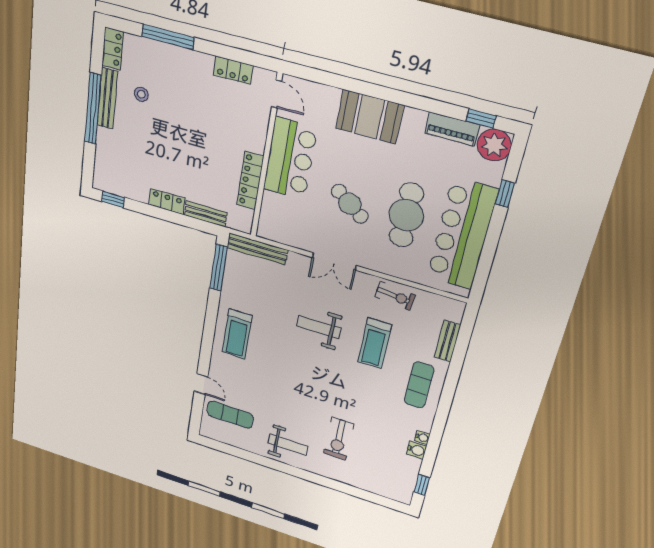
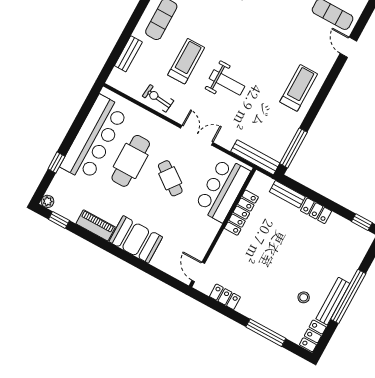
piano: (452, 129) -> (96, 225), moved
plant: (494, 145) -> (48, 201), width x0.53, depth x0.53
bar counter: (290, 159) -> (222, 189), moved

